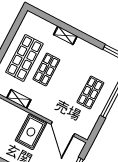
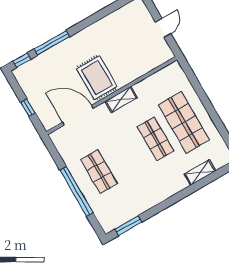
shelving: (65, 35) -> (200, 172), moved
shelving: (19, 99) -> (121, 100), moved

